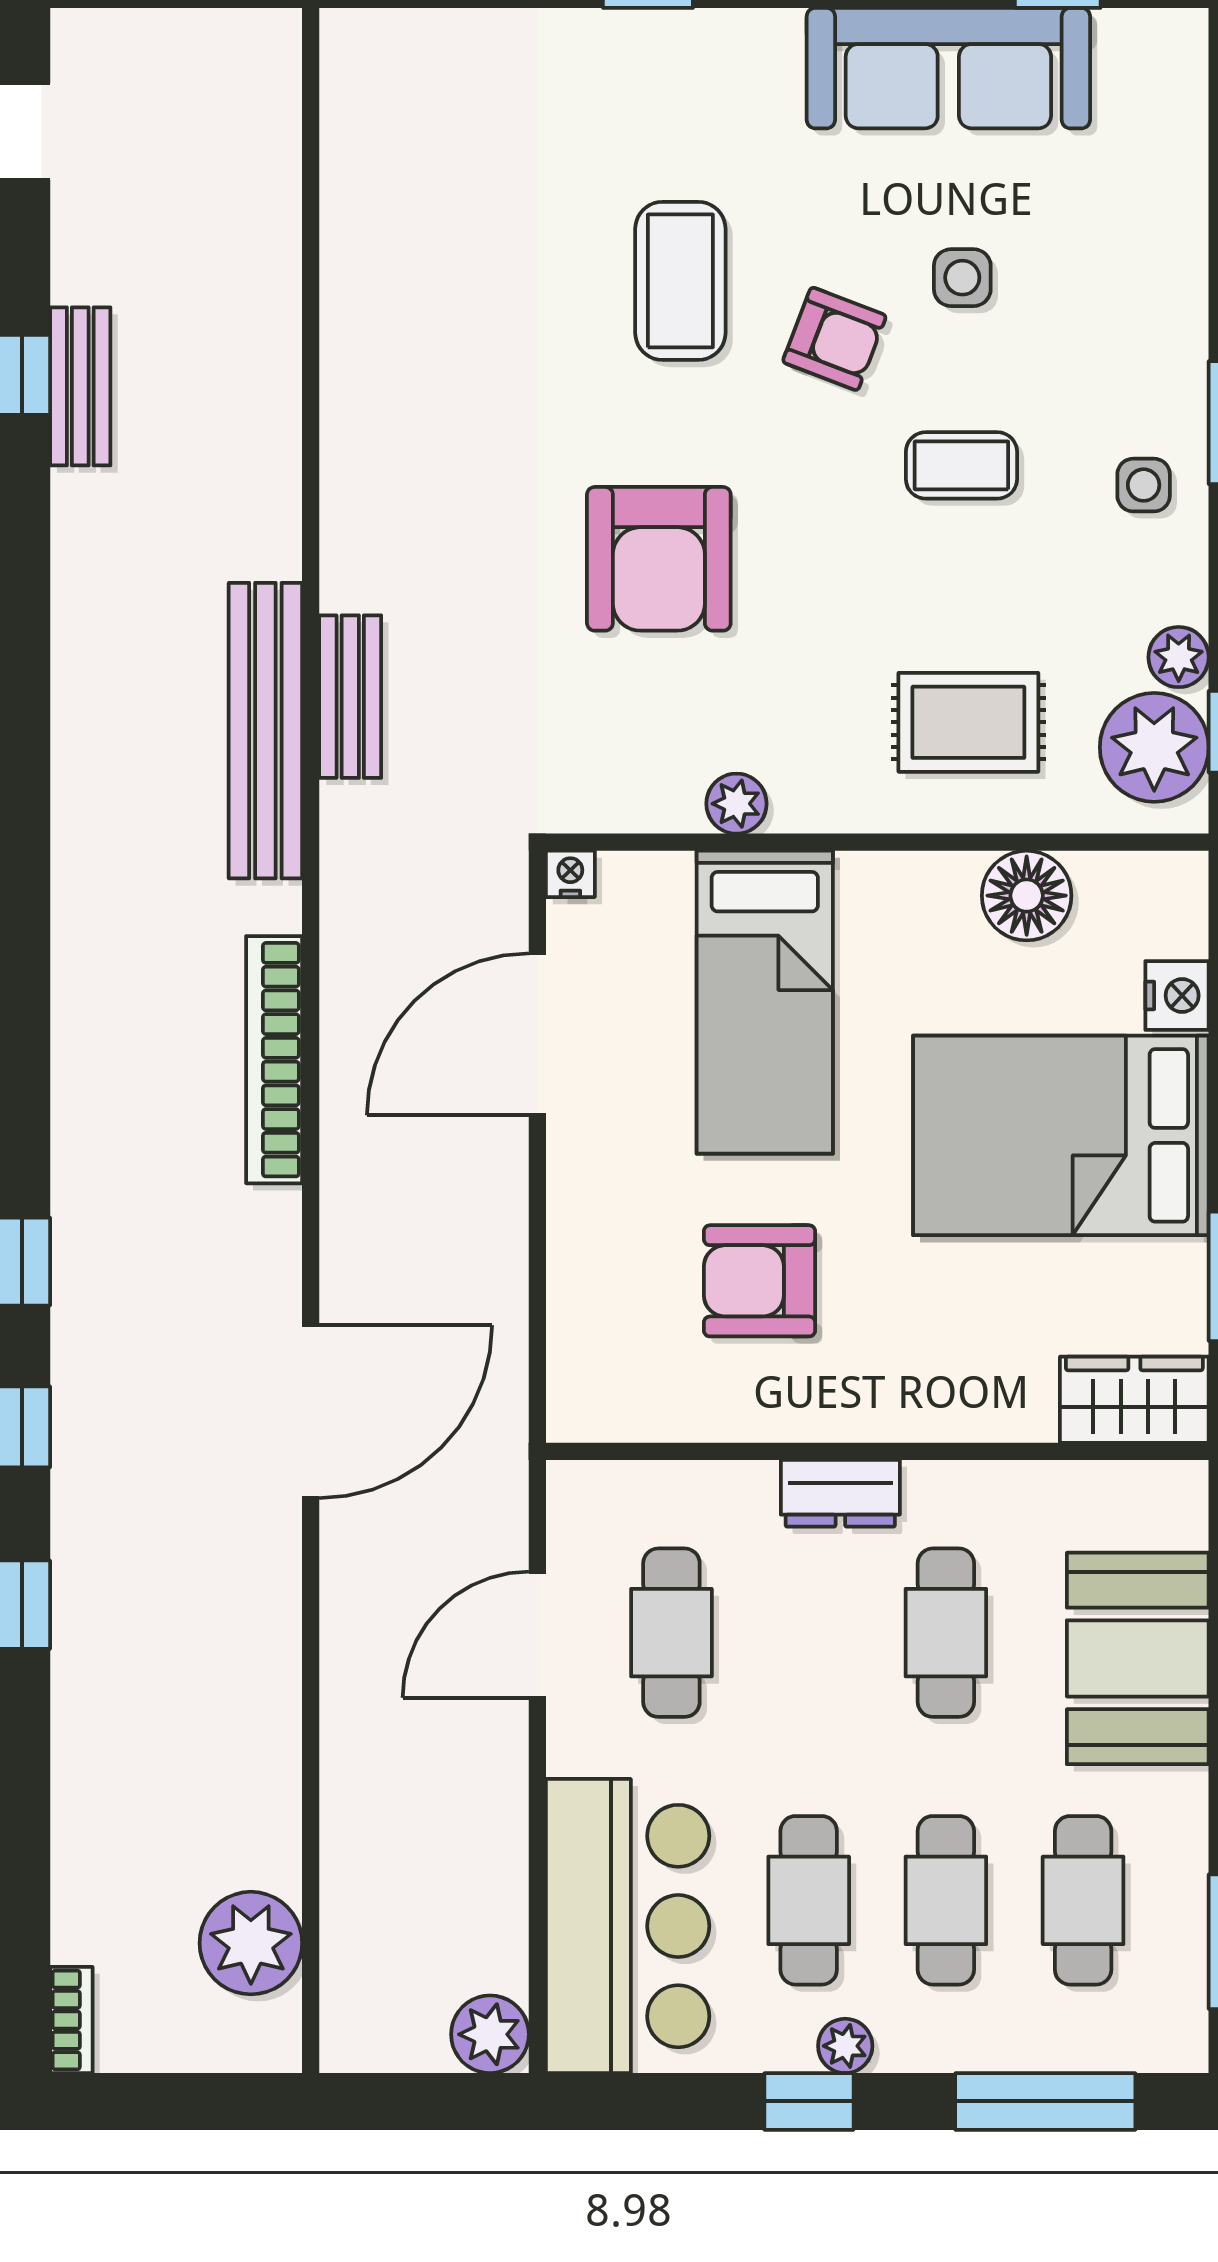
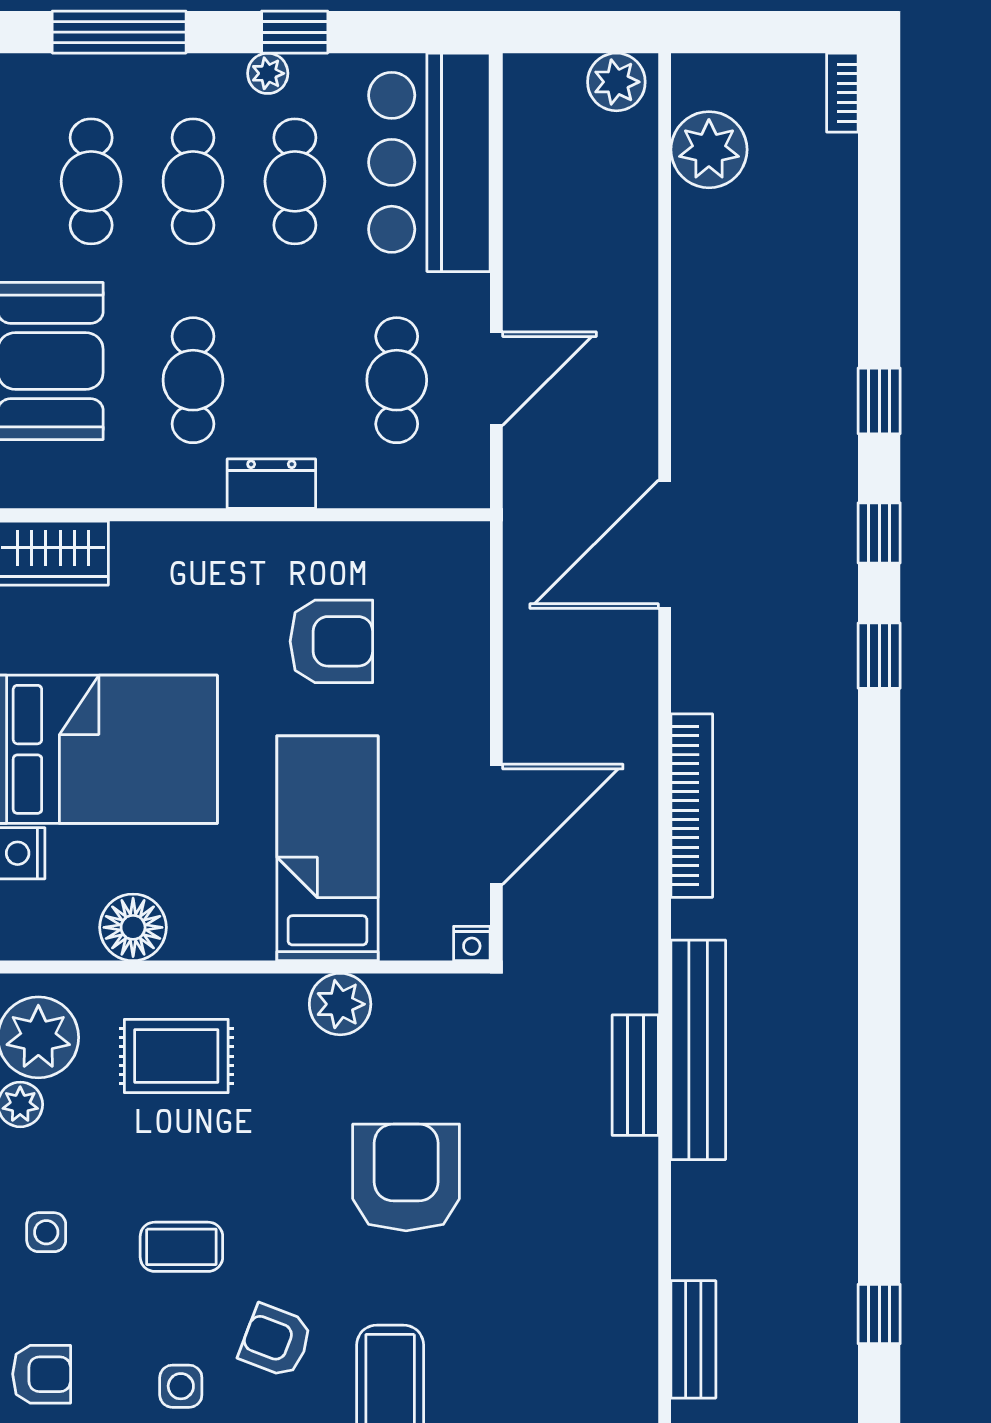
armchair: (1150, 294) -> (42, 1374), added
bench: (80, 386) -> (693, 1339), moved
plant: (736, 804) -> (340, 1004), width x1.38, depth x1.38
plant: (490, 2034) -> (616, 82), moved

